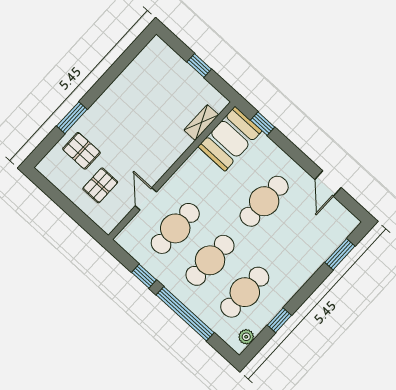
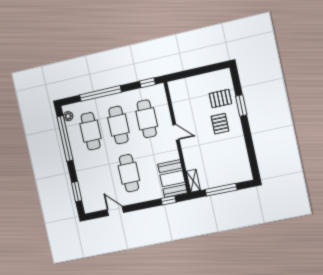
window: (199, 65) -> (221, 190), width x2.17
shelving: (201, 122) -> (193, 181), moved
pallet: (100, 185) -> (220, 124), moved
door: (146, 199) -> (176, 132), moved
window: (144, 276) -> (148, 83), moved
window: (279, 320) -> (65, 139), width x3.17

